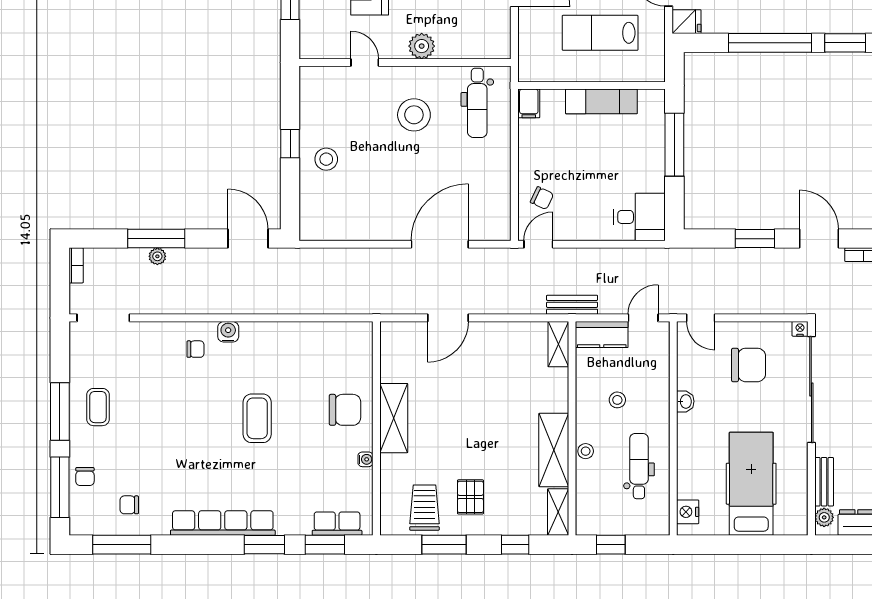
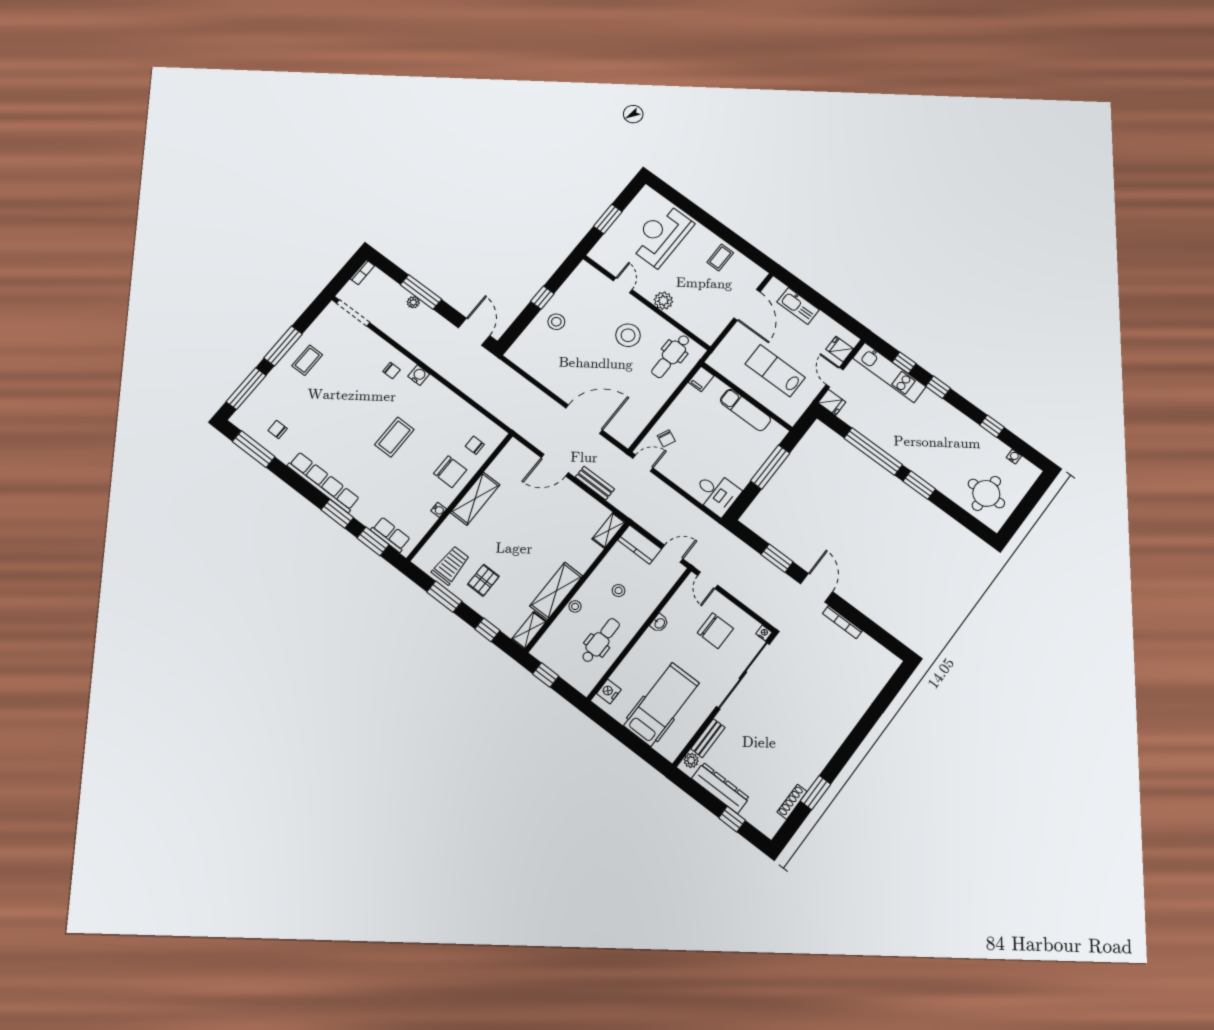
bench: (572, 305) -> (595, 483), moved
chair: (85, 477) -> (475, 445), moved, turned 90

